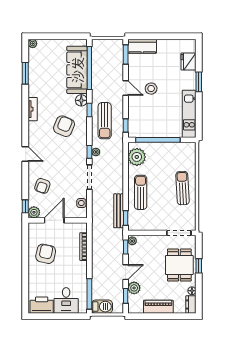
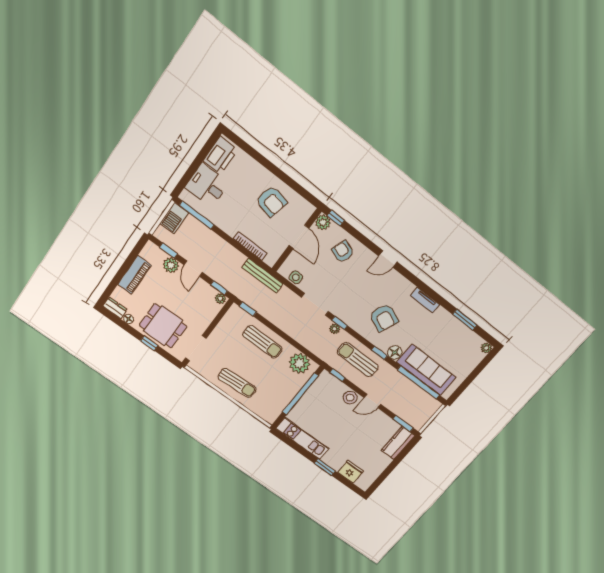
stool: (151, 89) -> (350, 398), moved
bench: (119, 211) -> (262, 276), moved

